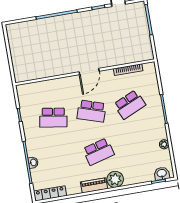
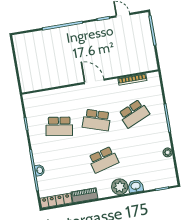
door: (89, 72) -> (94, 81), swing flipped
washbasin: (162, 174) -> (136, 186), moved
piano: (94, 185) -> (85, 195), moved

